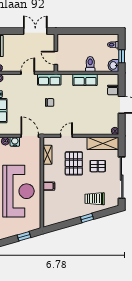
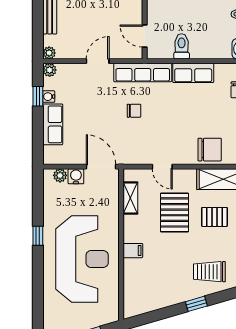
toilet: (90, 64) -> (182, 46), moved
row of seats: (49, 80) -> (143, 73), width x1.48
chair: (95, 126) -> (210, 150), added
door: (66, 136) -> (162, 167), swing flipped

